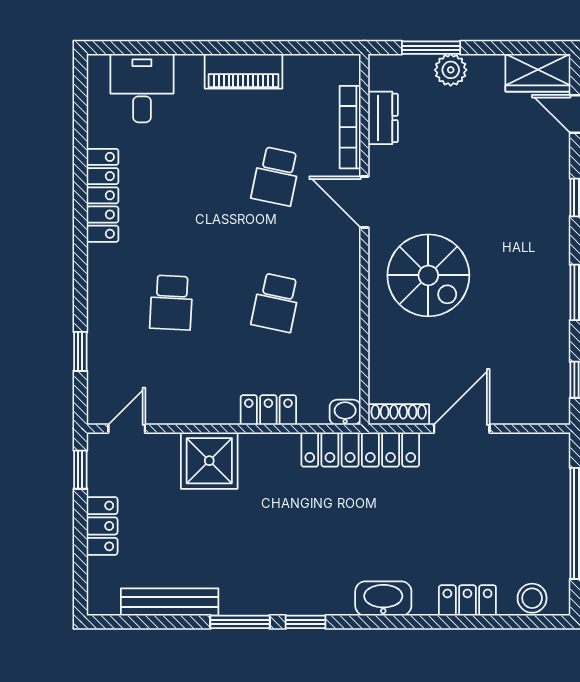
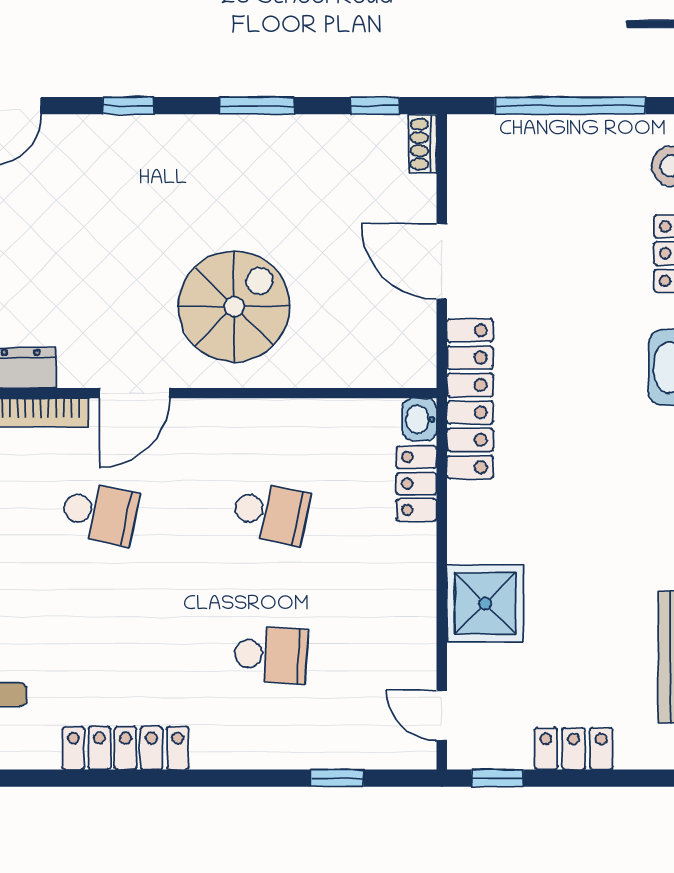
locker: (268, 410) -> (416, 484), moved
shoe rack: (399, 415) -> (423, 144), moved, width x0.70

